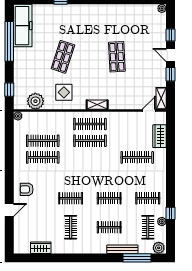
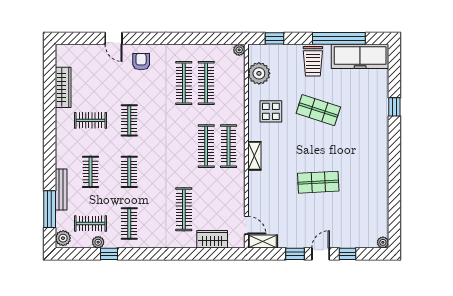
trolley: (26, 61) -> (313, 61), added
wardrobe: (41, 248) -> (63, 87), width x1.50

